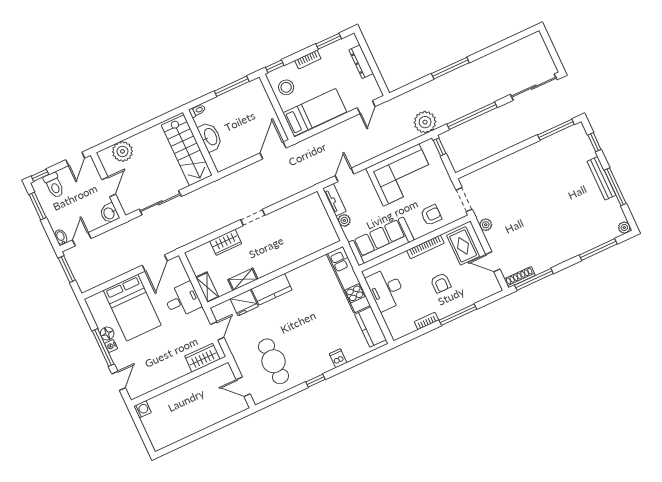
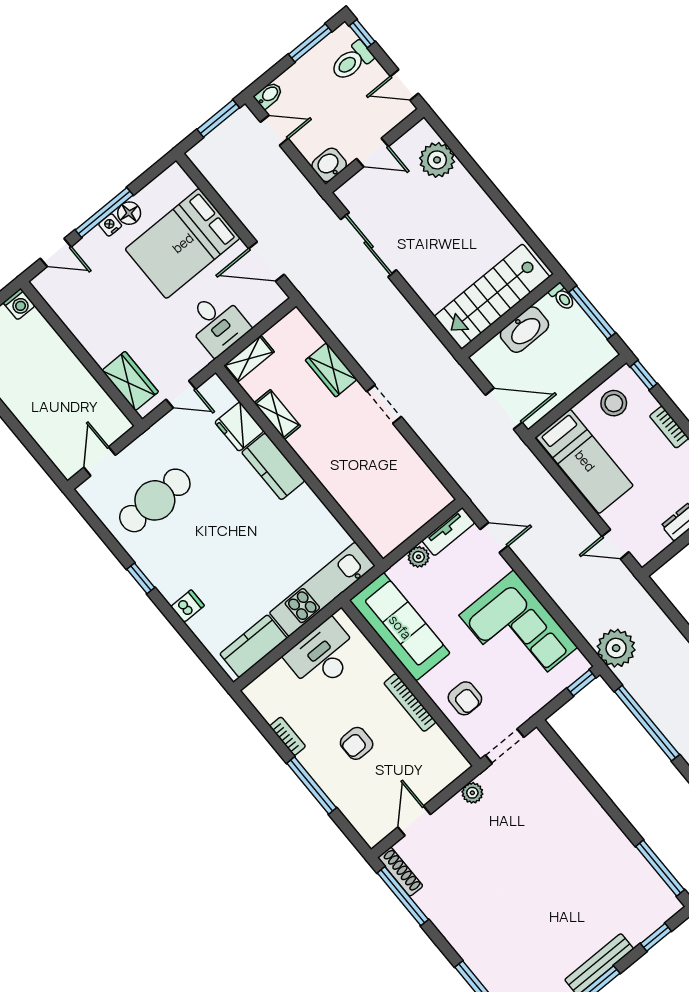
toilet: (197, 111) -> (562, 297), moved
washbasin: (210, 137) -> (524, 330), moved
wall: (200, 142) -> (511, 316), moved
stairs: (187, 150) -> (492, 297), moved
rug: (463, 246) -> (428, 764), removed

